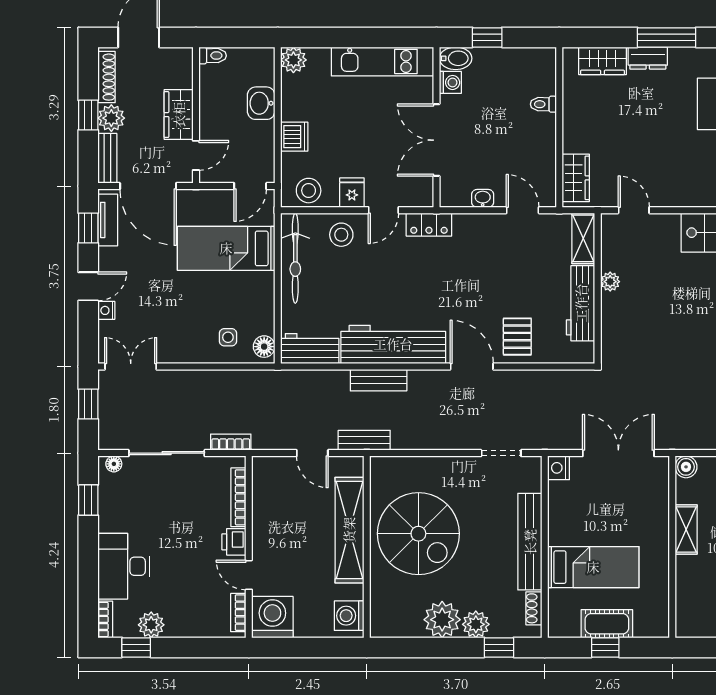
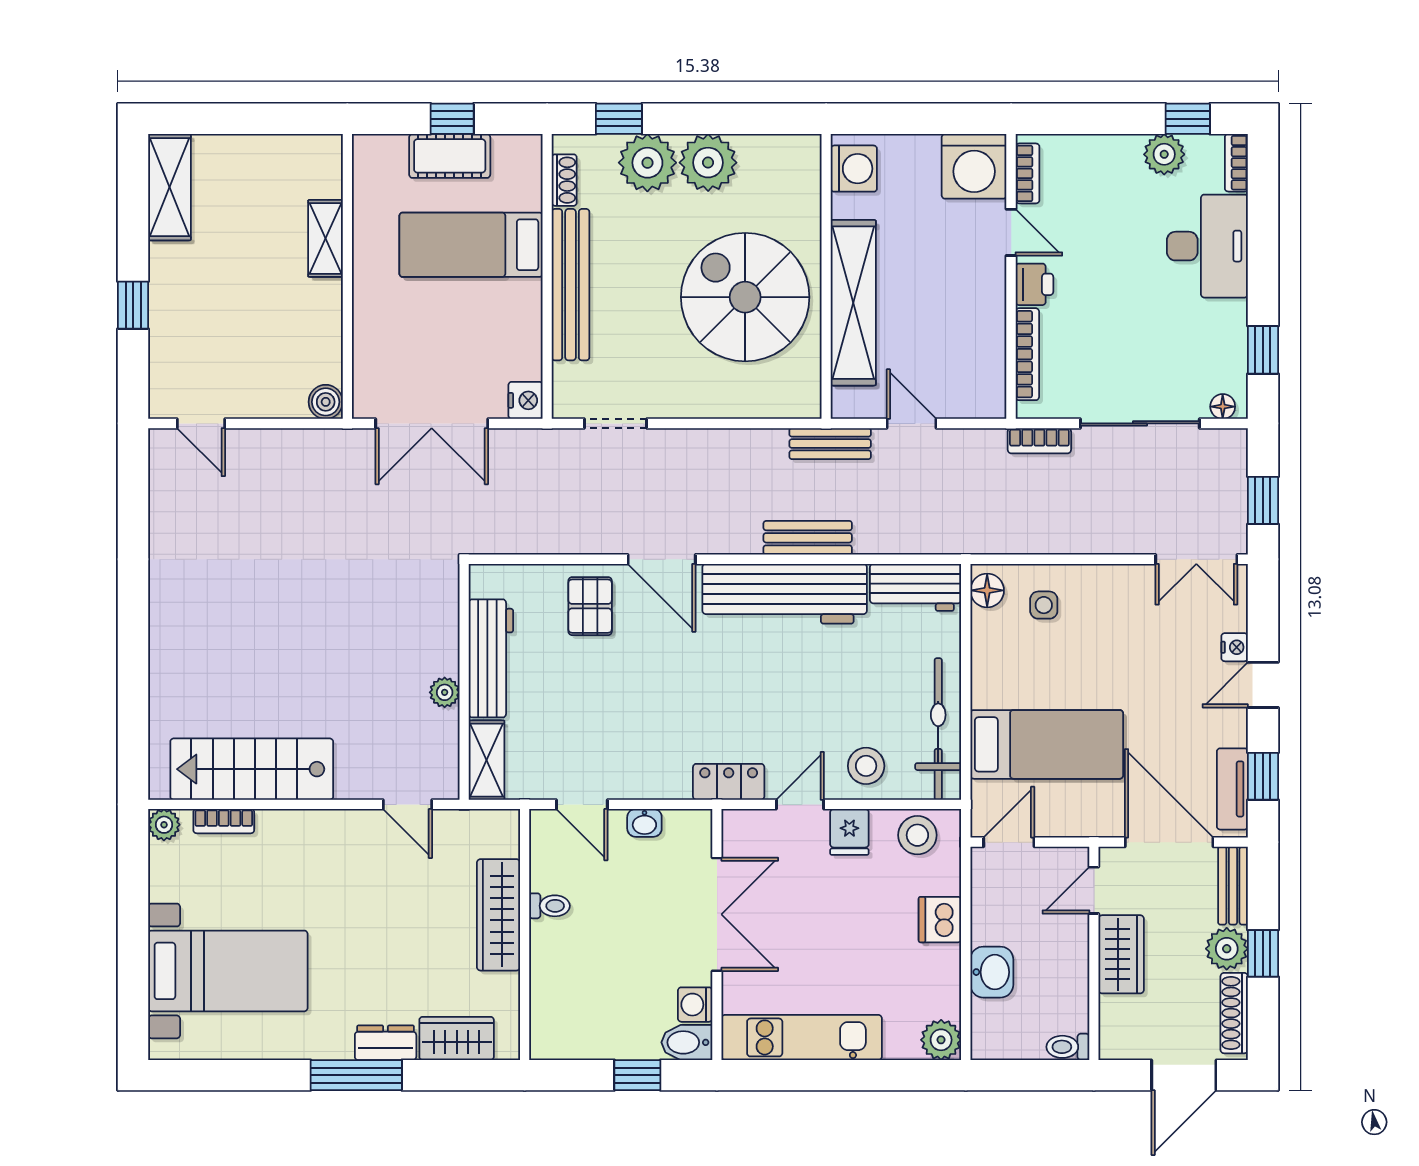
toilet: (543, 104) -> (549, 906), moved
wardrobe: (576, 178) -> (498, 915), moved, width x1.50
shelving: (686, 529) -> (325, 238), moved
plant: (476, 624) -> (647, 163), width x1.36, depth x1.36

